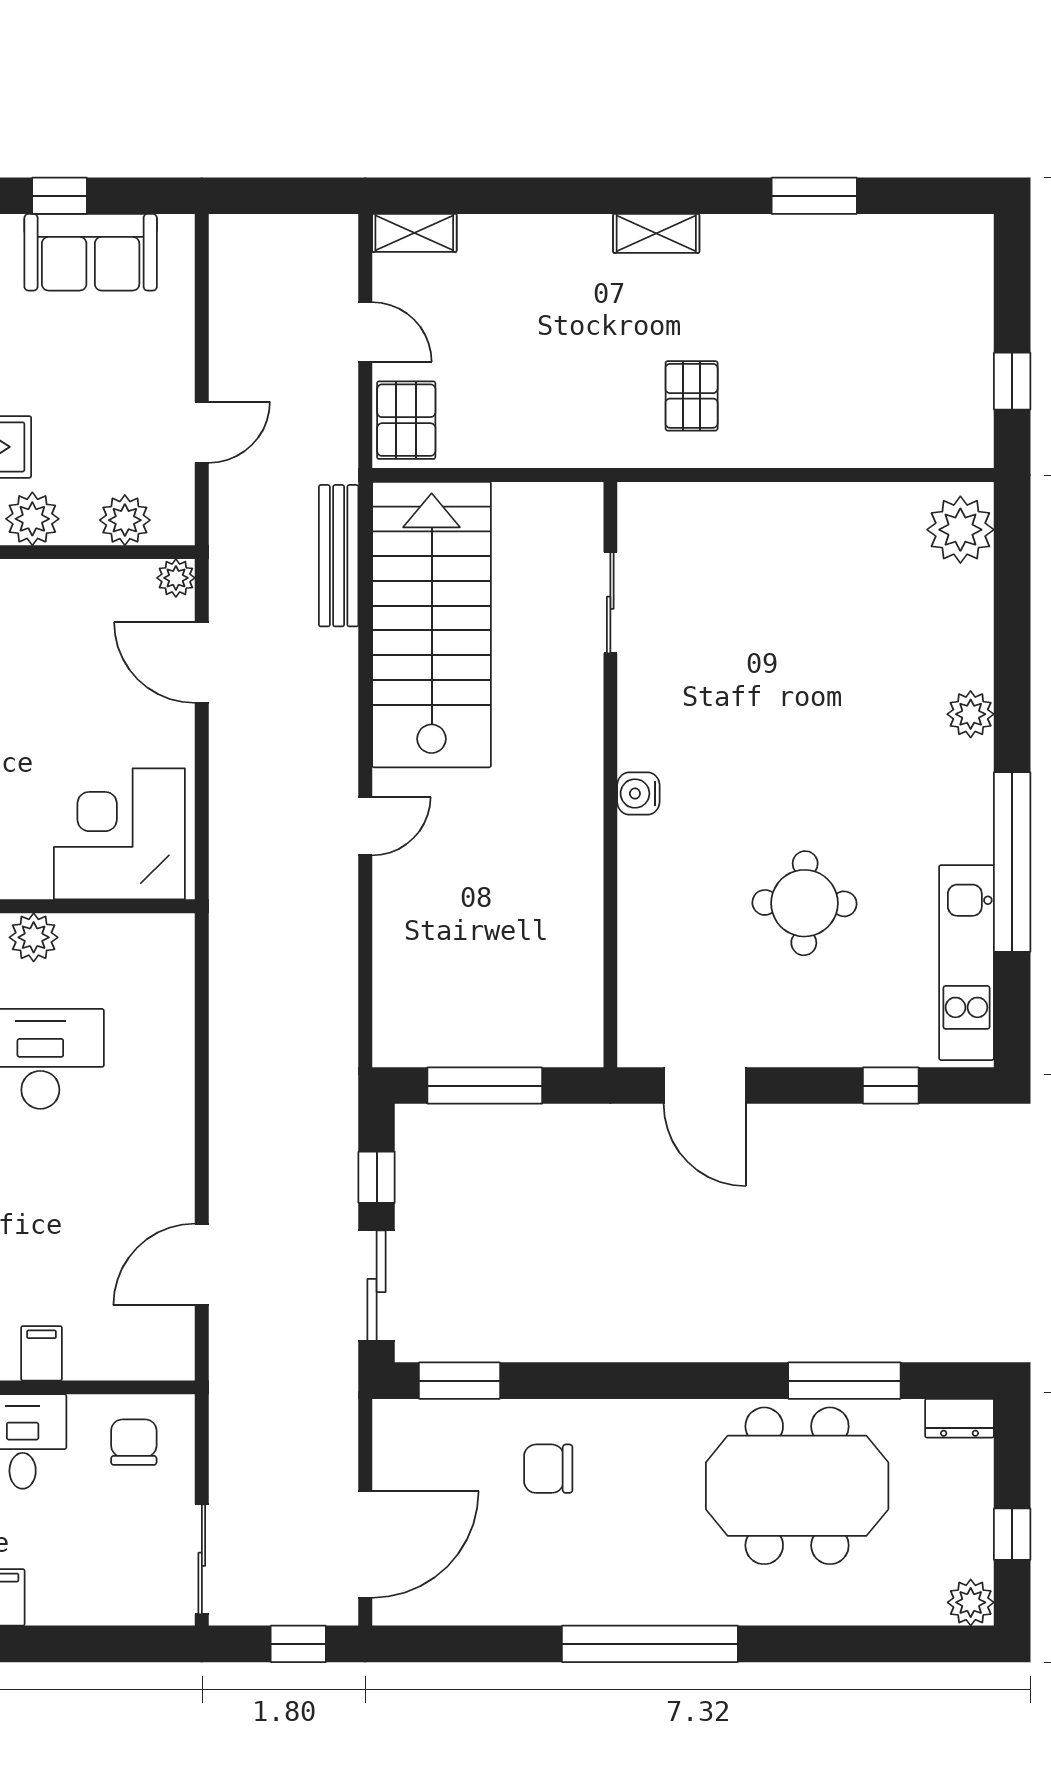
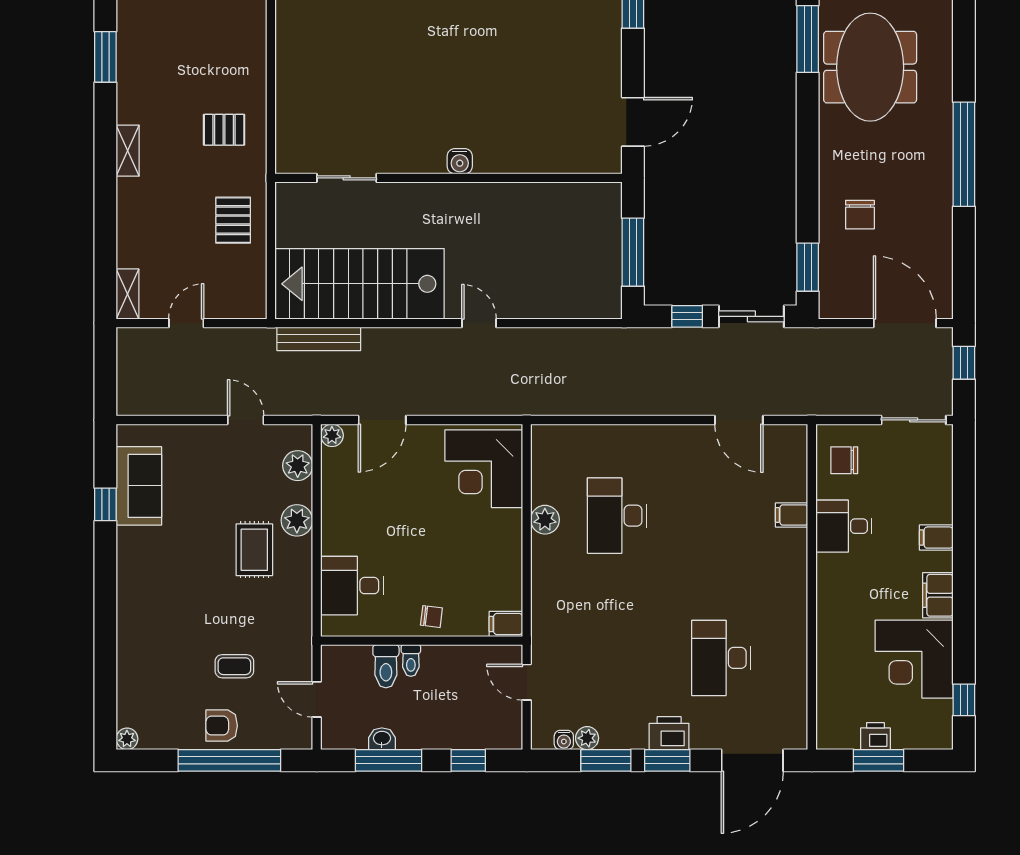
pallet: (406, 420) -> (233, 220), moved, turned 90
round table: (804, 903) -> (525, 63), removed

